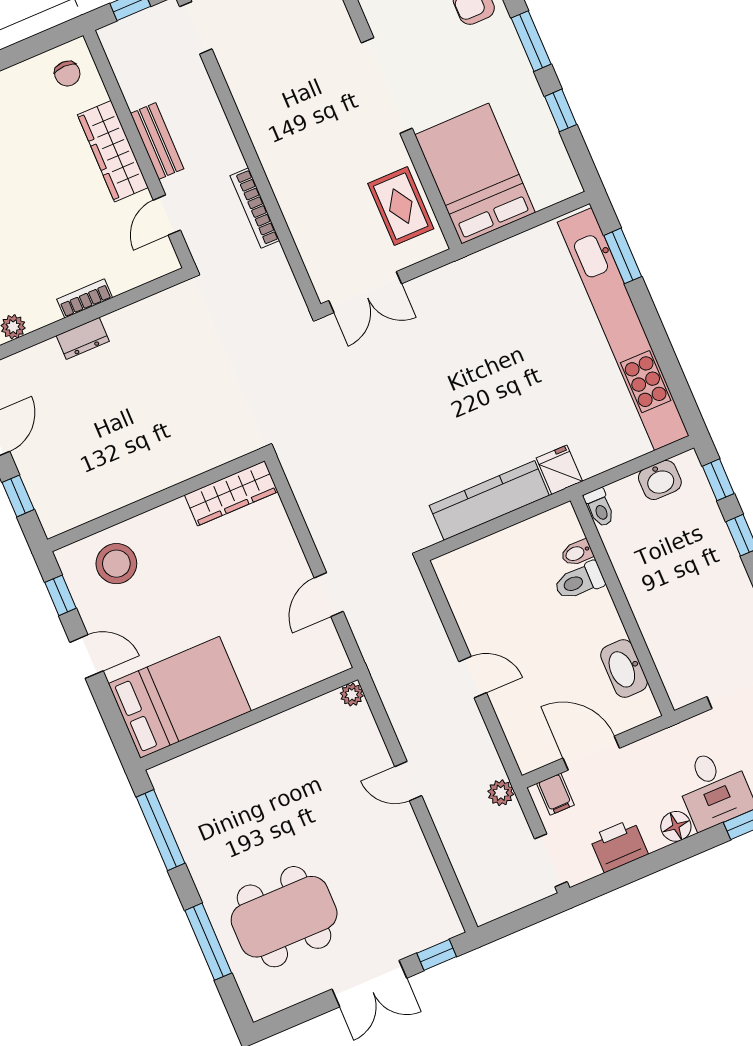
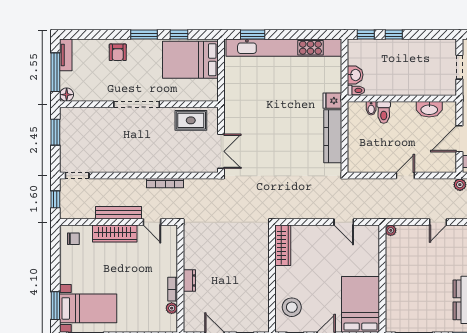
bench: (157, 141) -> (119, 213), width x1.36
bed: (475, 174) -> (190, 60), moved
bookcase: (85, 298) -> (173, 289), moved
washbasin: (660, 480) -> (355, 75), moved

